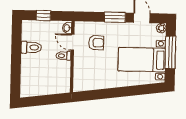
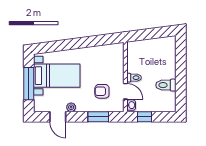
window: (43, 16) -> (145, 117), moved
window: (115, 17) -> (98, 117), moved
plant: (161, 28) -> (71, 107), moved

